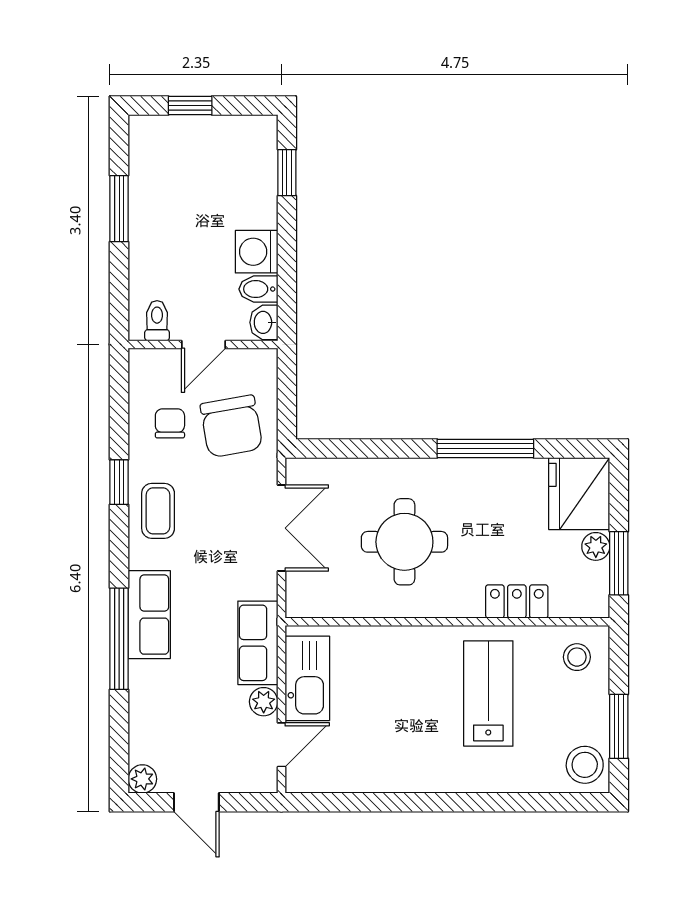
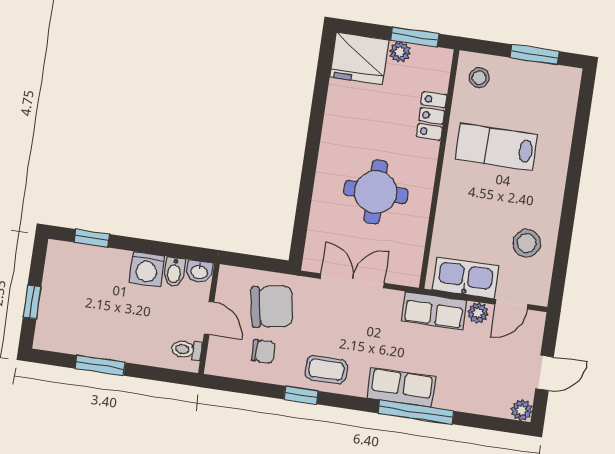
chair: (170, 423) -> (263, 351), turned 180
window: (485, 448) -> (316, 122), removed
door: (281, 745) -> (511, 304), swing flipped
stool: (585, 765) -> (527, 243), moved

